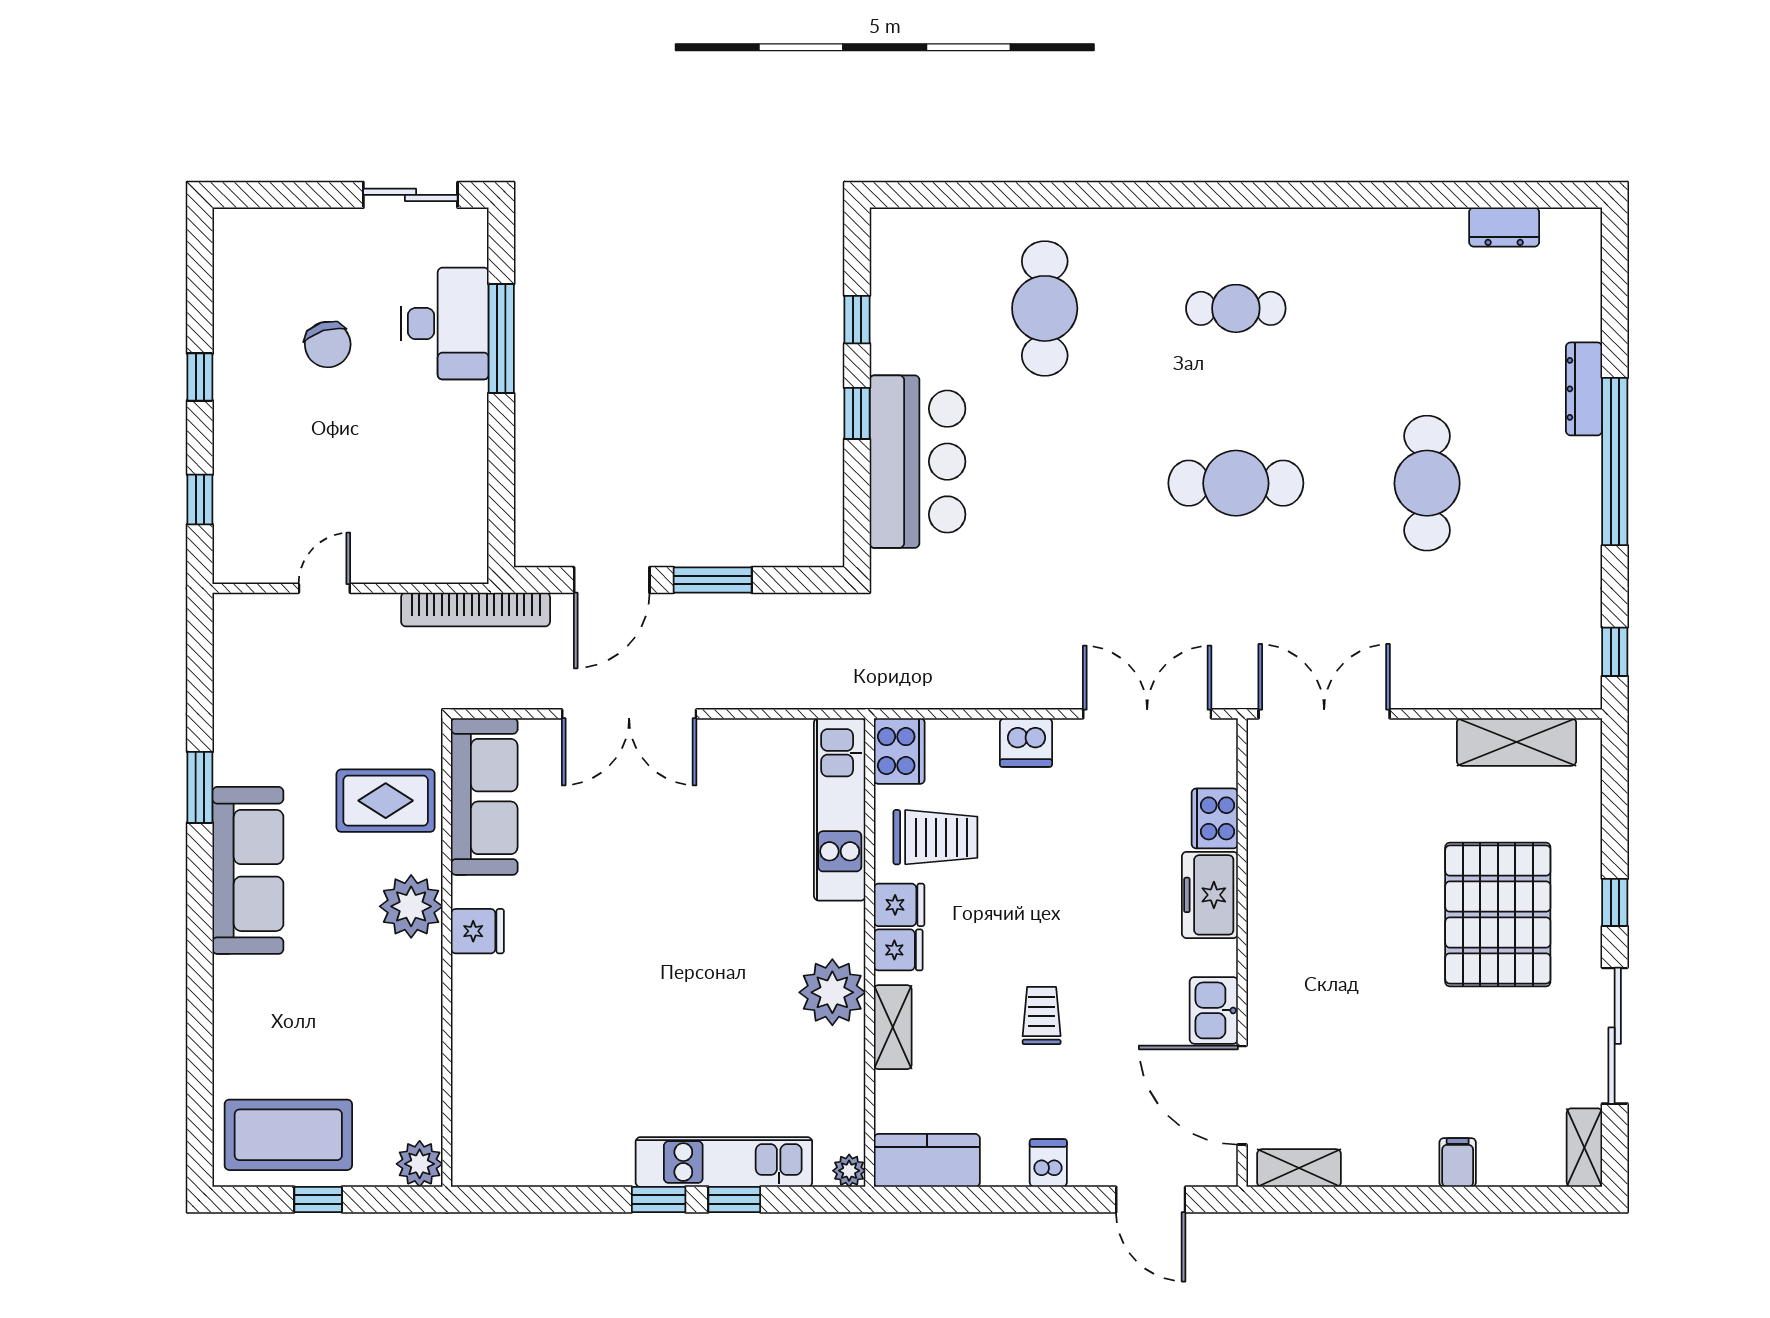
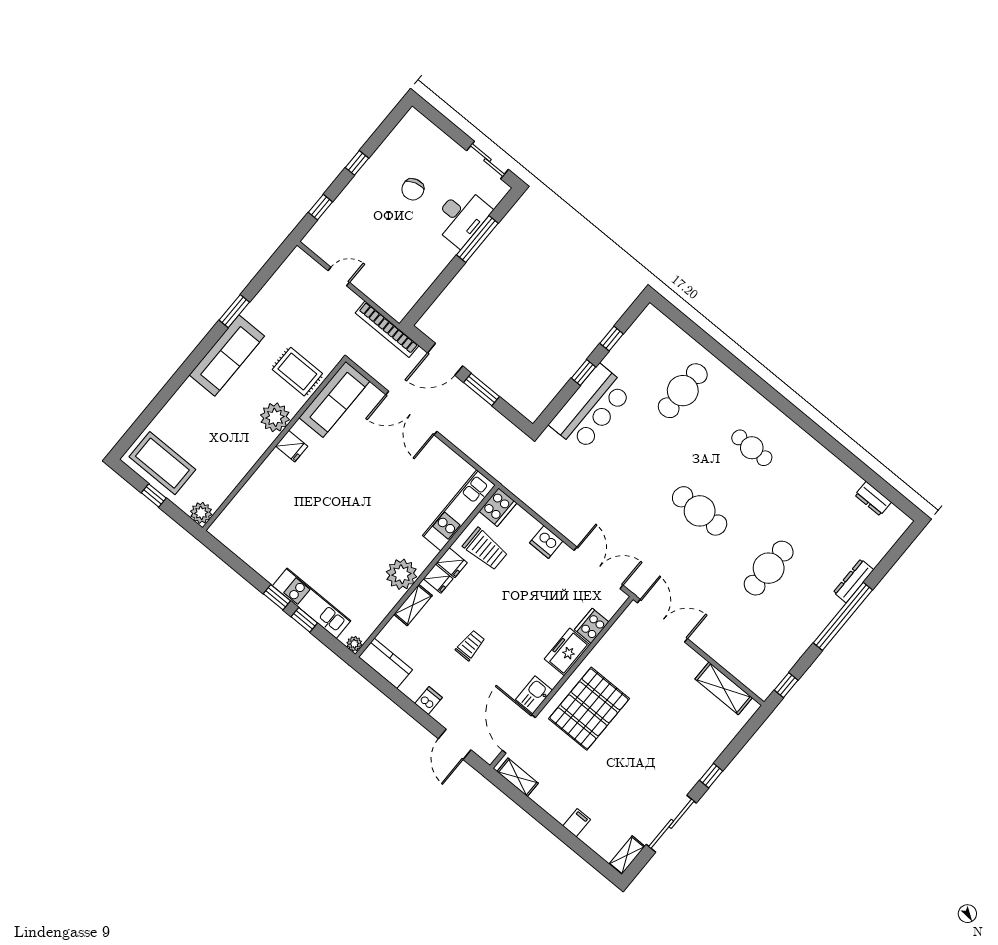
pallet: (1498, 914) -> (589, 709), moved

